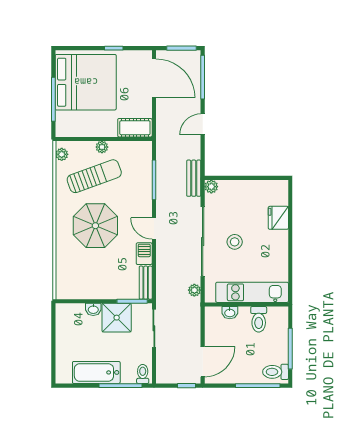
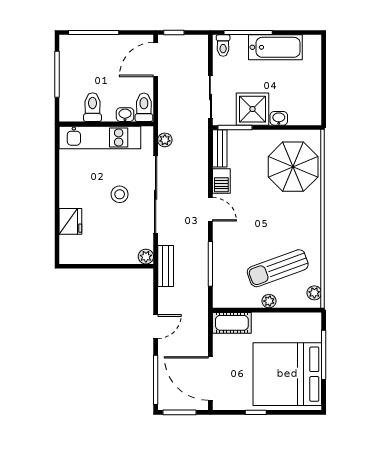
parasol: (95, 226) -> (293, 167), moved
toilet: (276, 372) -> (144, 107), moved, turned -90

